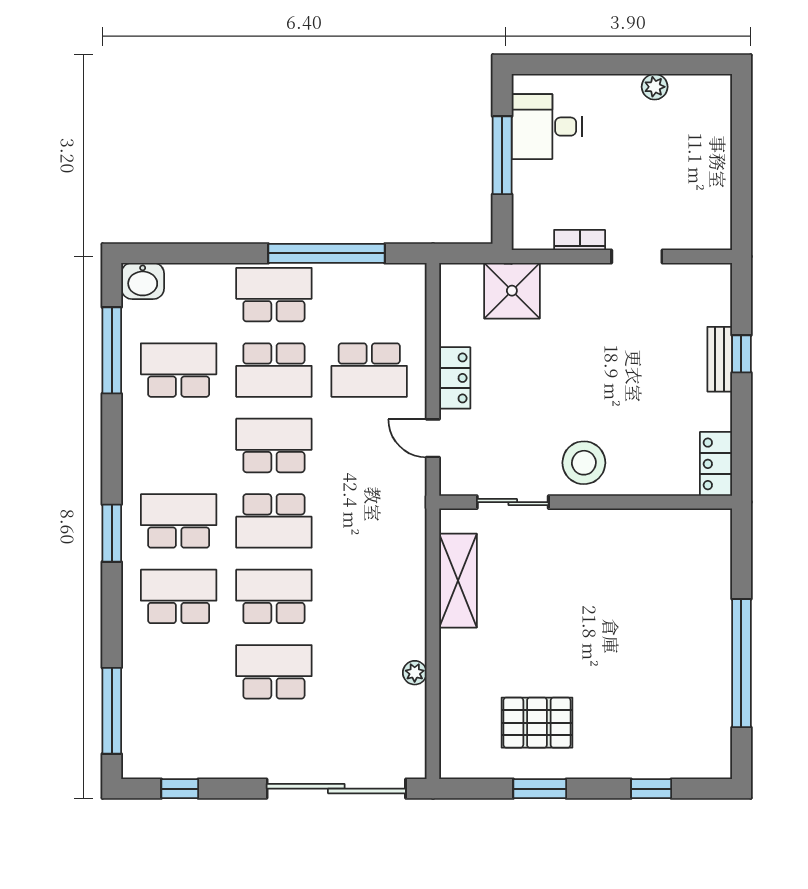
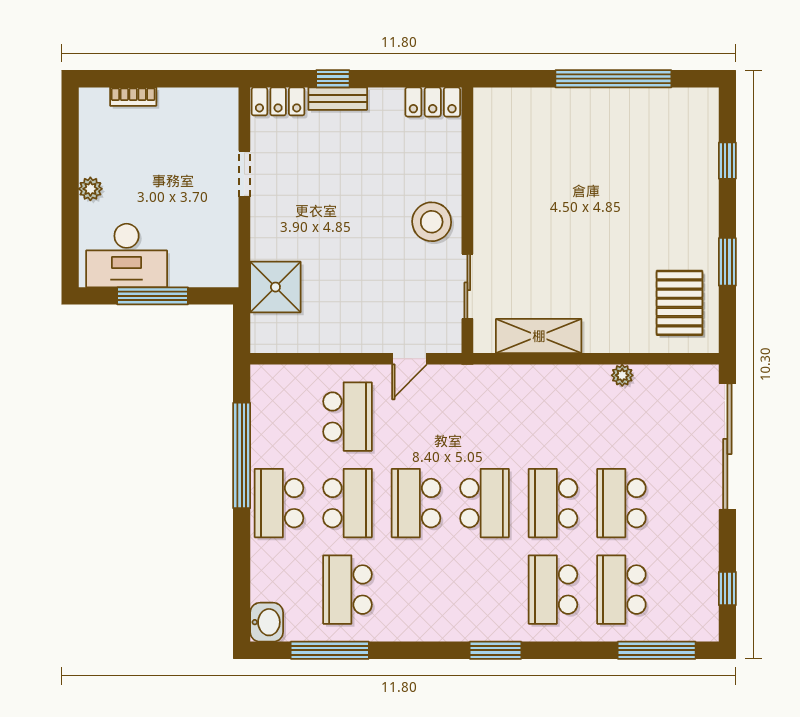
plant: (655, 87) -> (90, 189), moved
desk: (547, 127) -> (127, 256), width x1.37
bookcase: (580, 240) -> (133, 97), moved, turned -90
locker: (455, 378) -> (278, 101), moved, turned 180
school desk: (179, 521) -> (621, 590), moved
pallet: (537, 723) -> (679, 303), moved

